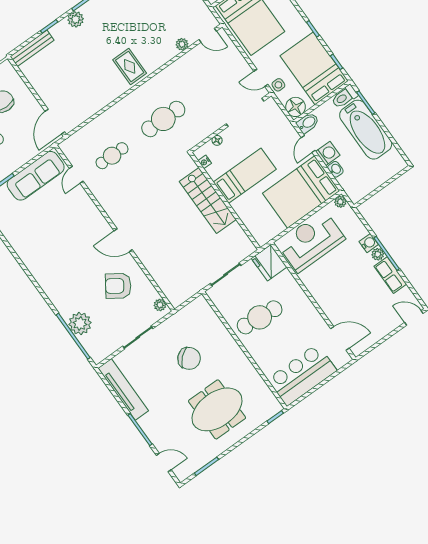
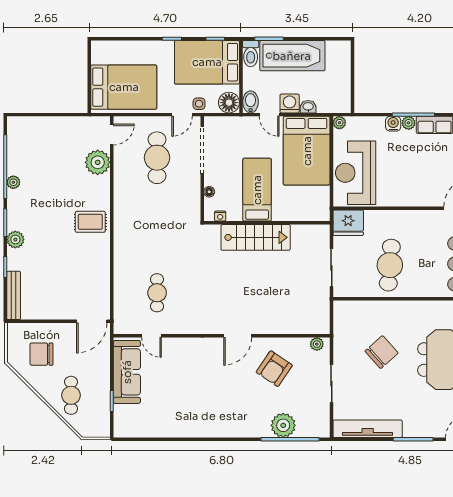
plant: (182, 44) -> (98, 162), width x1.88, depth x1.88
cafe table: (163, 119) -> (157, 158), moved
door: (55, 122) -> (92, 321), hinge flipped

